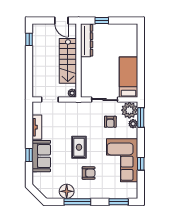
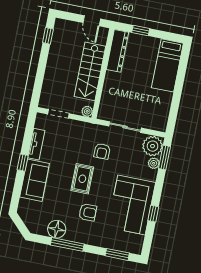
bed: (128, 77) -> (167, 65), moved, turned 180
armchair: (110, 122) -> (102, 151), moved
window: (29, 155) -> (23, 163), moved

